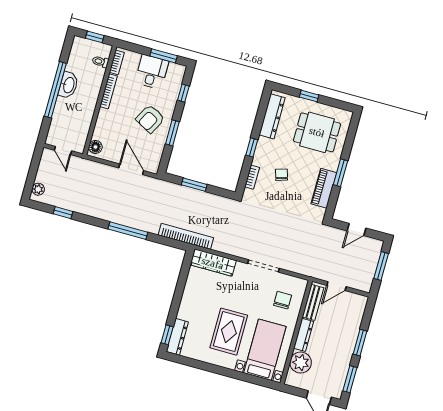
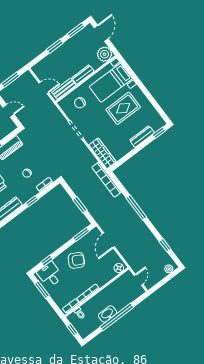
desk: (152, 72) -> (50, 275), moved, turned 90
window: (172, 133) -> (81, 234), moved
dresser: (177, 337) -> (142, 136), moved
plant: (301, 363) -> (105, 54), moved

